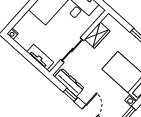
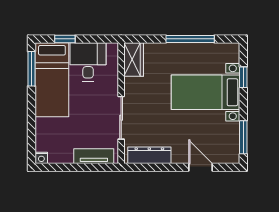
wardrobe: (97, 35) -> (134, 59), moved
window: (70, 95) -> (162, 167), removed

